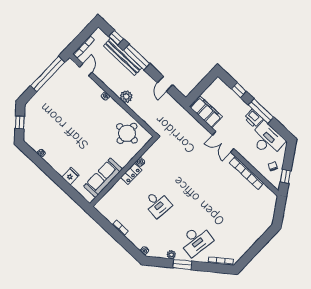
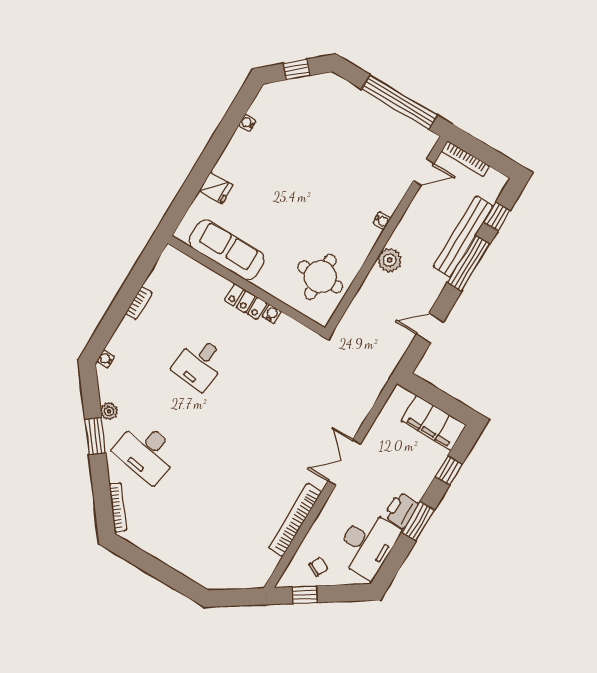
window: (261, 111) -> (418, 521), width x0.69
filing cabinet: (206, 112) -> (434, 423), moved, turned 90

